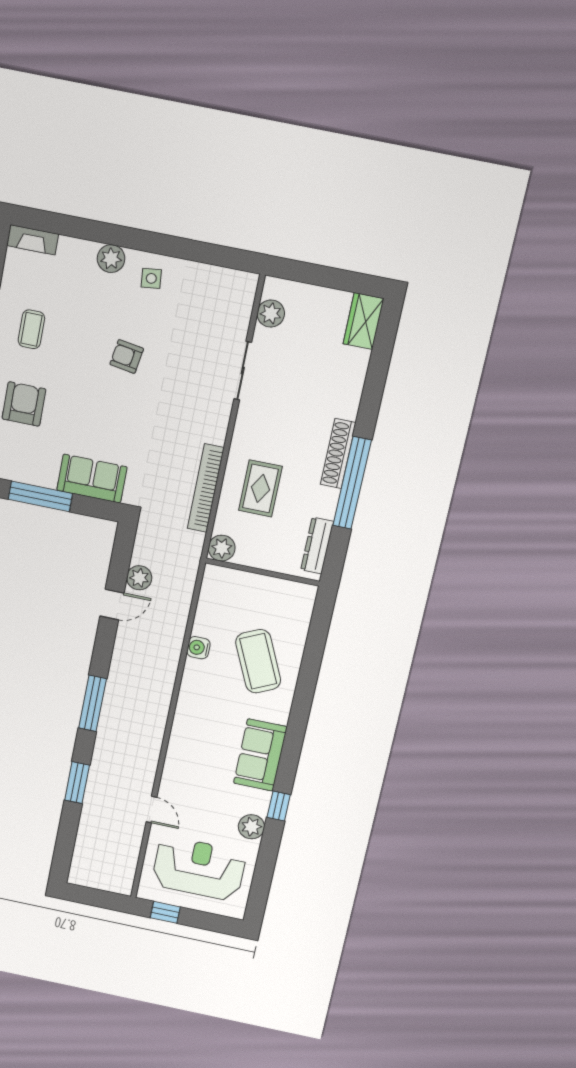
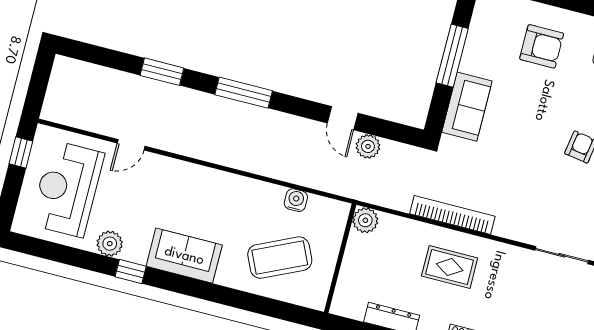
plant: (222, 548) -> (365, 220), moved
wall: (262, 572) -> (340, 258), moved
reception desk: (199, 868) -> (67, 189), turned 180

